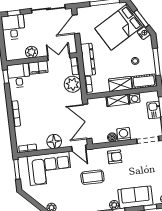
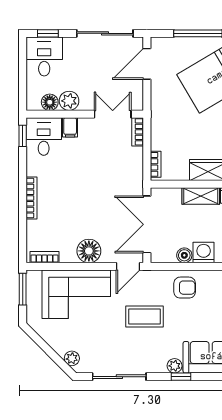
floor lamp: (20, 54) -> (50, 102), added
dresser: (88, 60) -> (160, 124), removed
filing cabinet: (38, 68) -> (70, 127), width x0.50
plant: (73, 84) -> (130, 161), removed
door: (79, 148) -> (128, 266), hinge flipped

